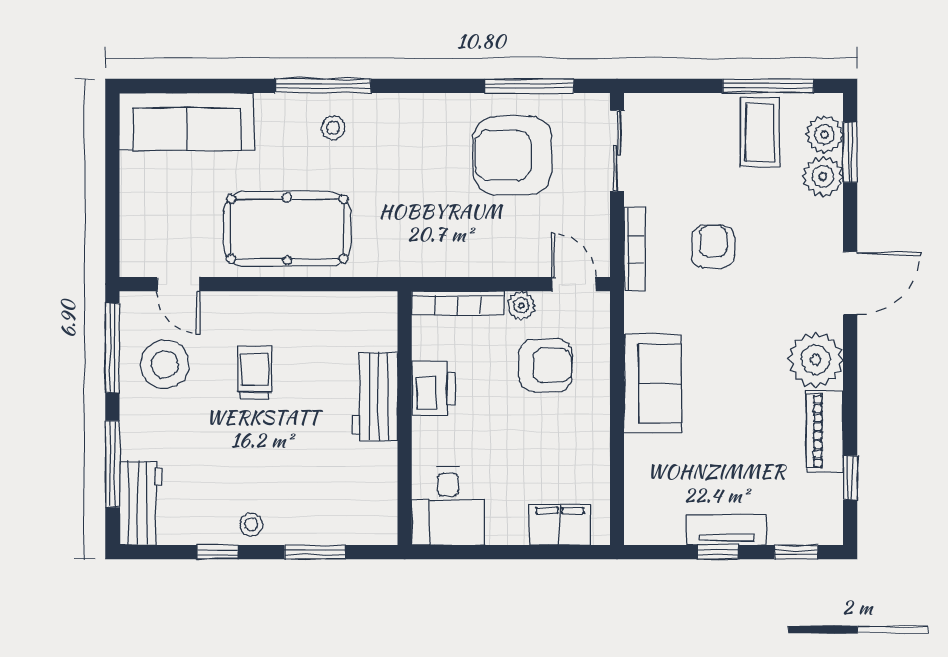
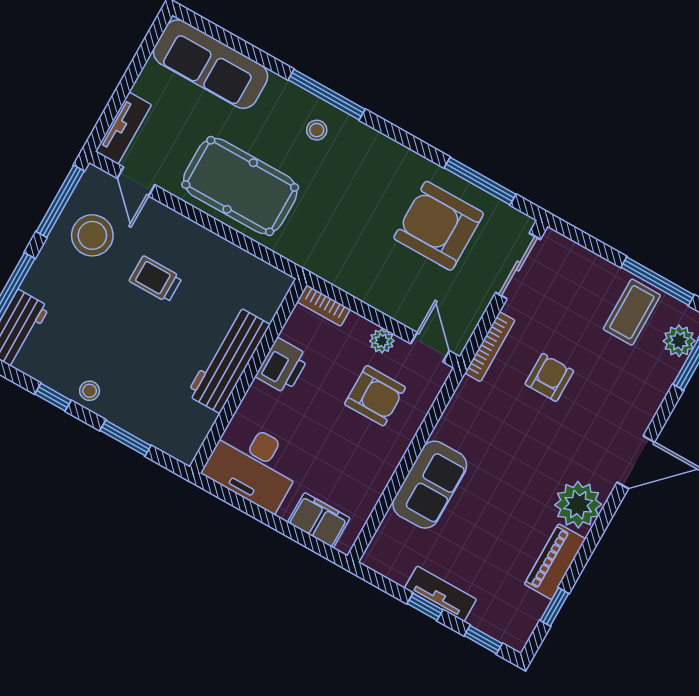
plant: (823, 176) -> (660, 371), removed
tv unit: (135, 237) -> (123, 128), added
bookcase: (458, 303) -> (324, 306), width x0.64
trolley: (255, 373) -> (156, 279), turned -90
sofa: (653, 384) -> (430, 485), moved
workbench: (375, 397) -> (228, 360), width x1.38
desk: (448, 506) -> (254, 465), width x1.37

